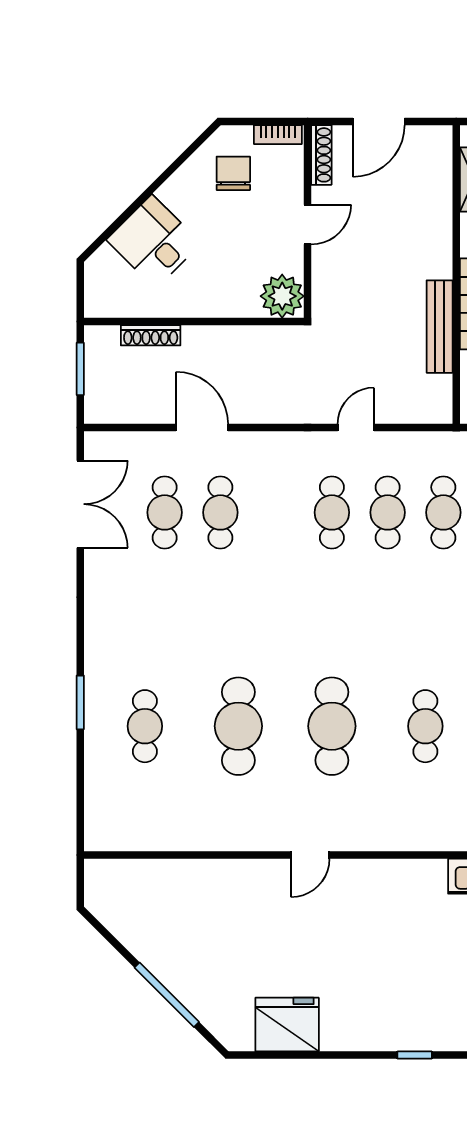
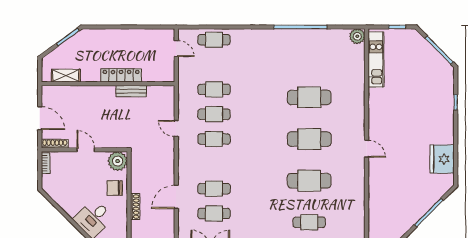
chair: (233, 173) -> (115, 188), moved
bench: (440, 327) -> (131, 91), width x0.73
shoe rack: (151, 335) -> (135, 207), moved
cafe table: (425, 726) -> (309, 97), width x1.37, depth x1.35

